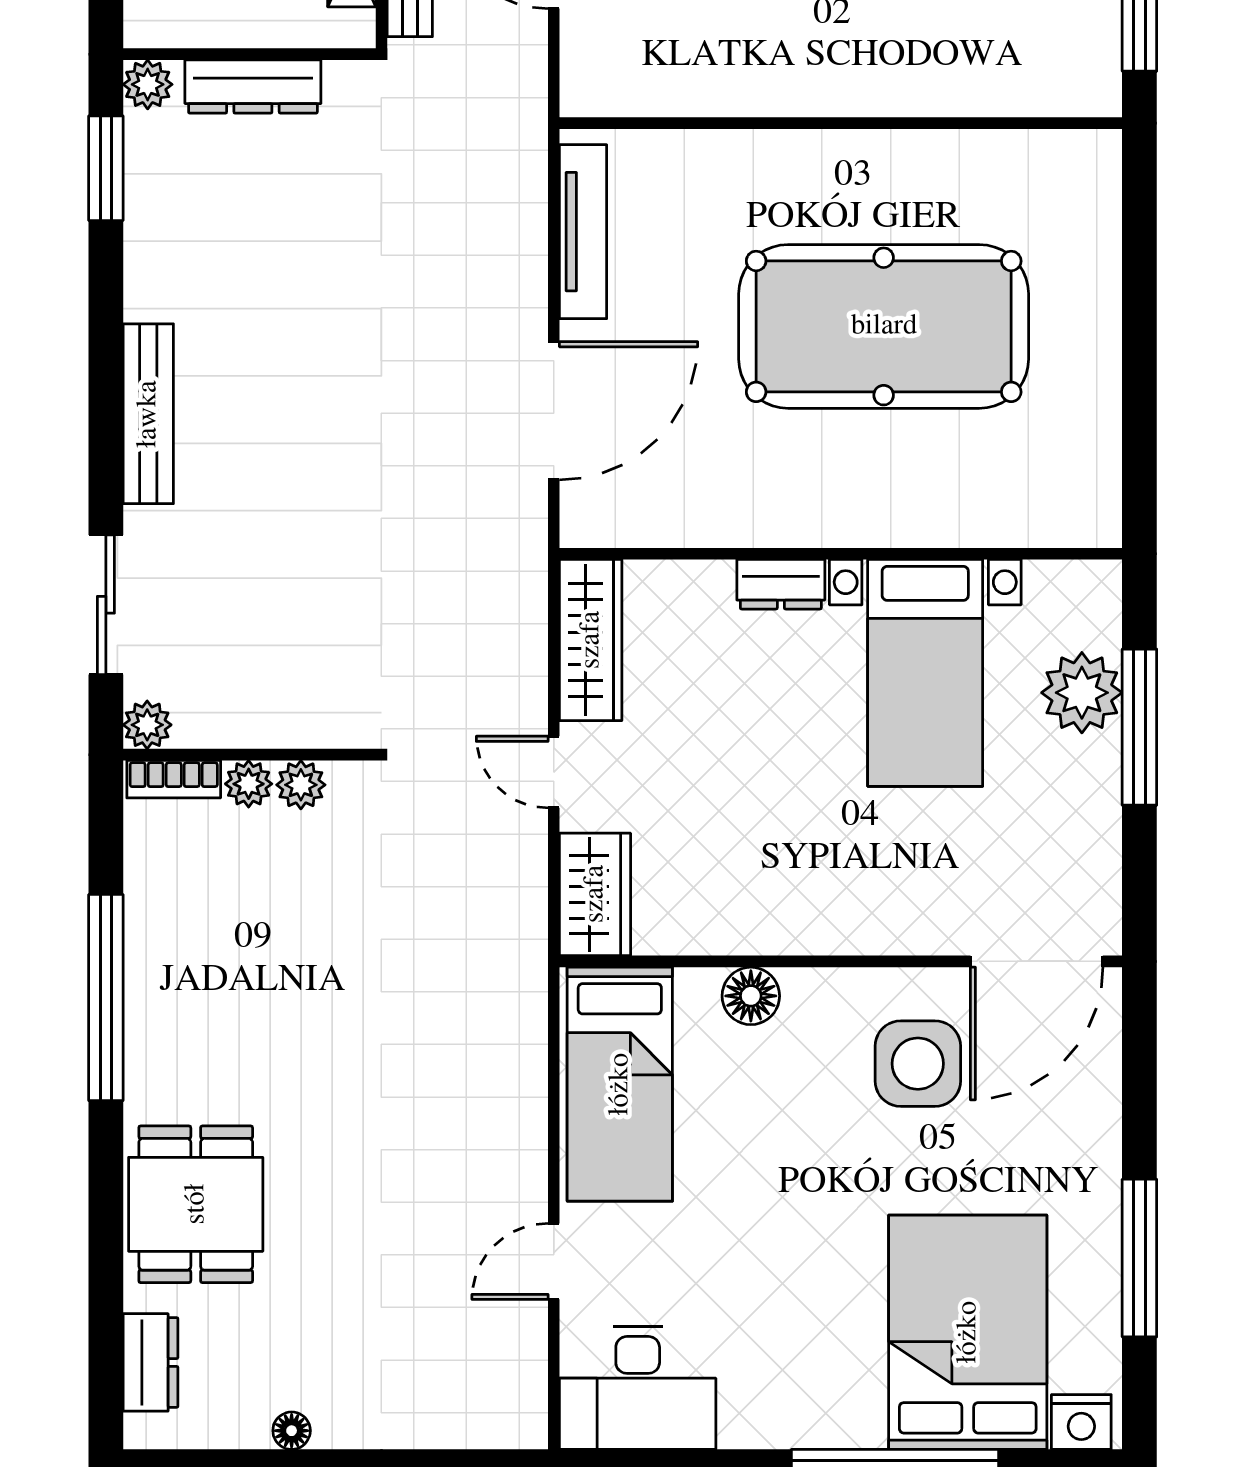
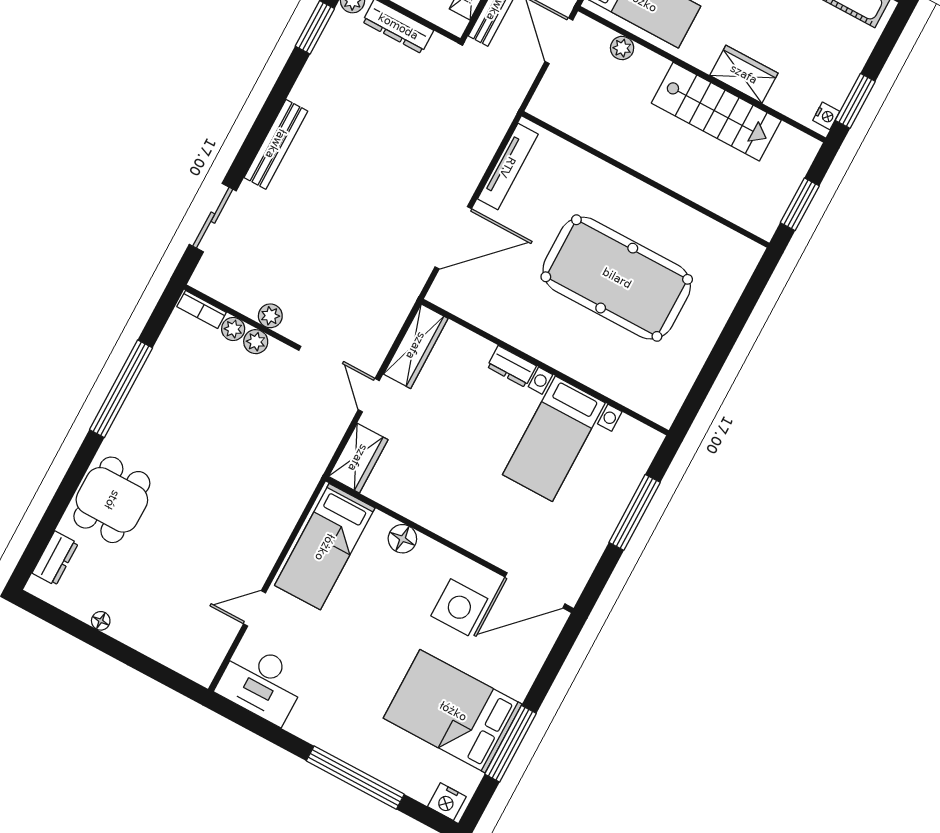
plant: (1082, 693) -> (617, 484), removed
plant: (147, 725) -> (270, 316), moved
bed: (968, 1332) -> (453, 711), moved, turned -90

